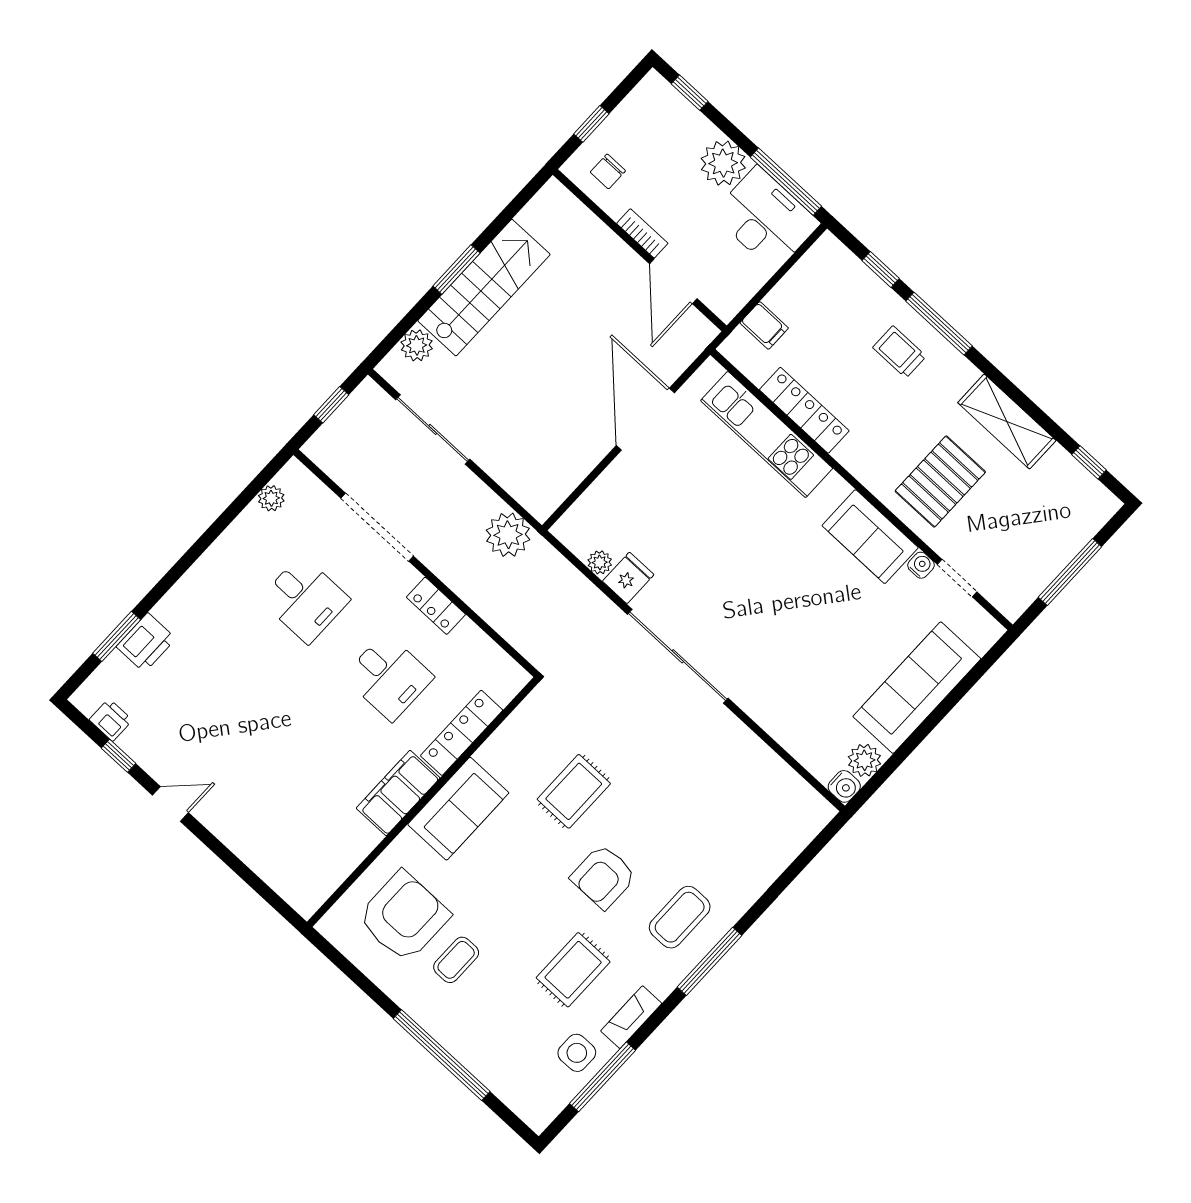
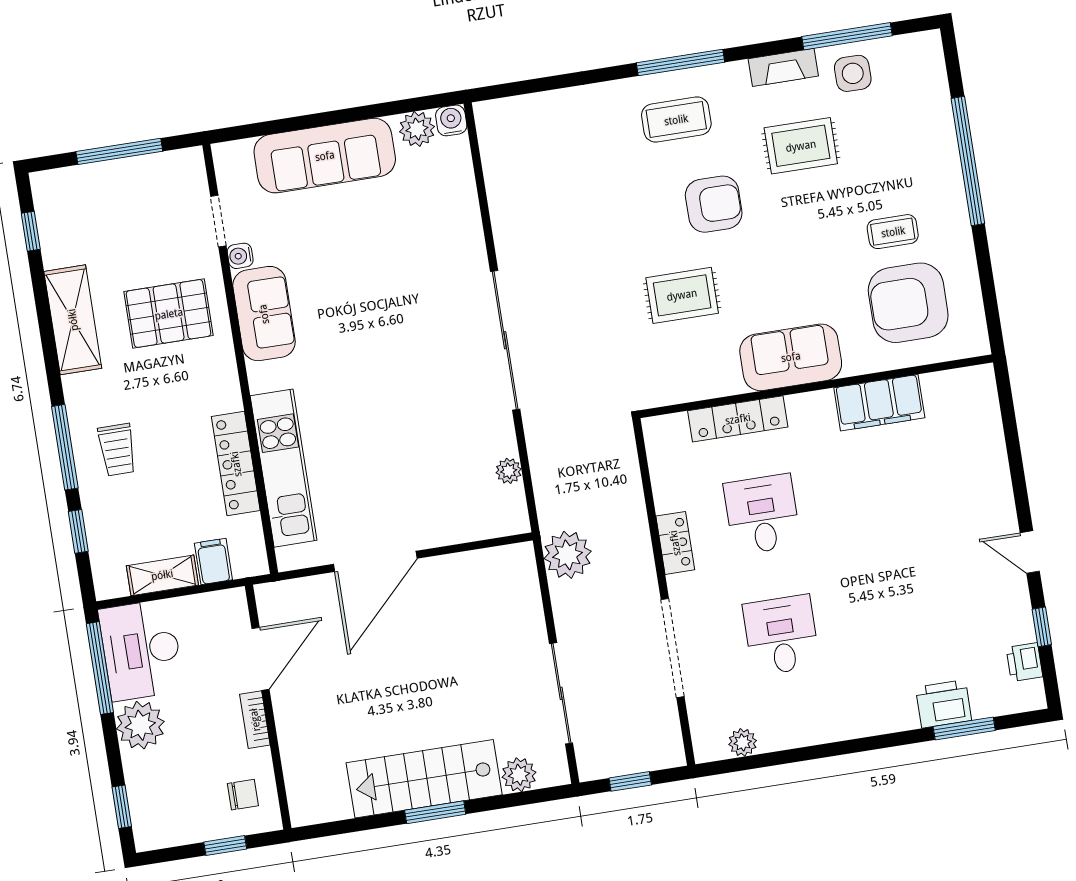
shelving: (794, 286) -> (162, 575), added
fridge: (628, 578) -> (495, 439), removed
filing cabinet: (398, 793) -> (879, 403), moved

